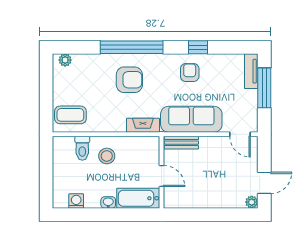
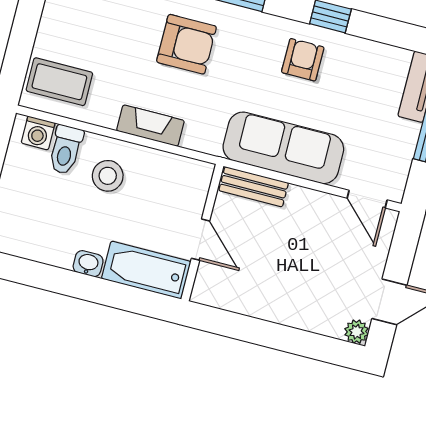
fireplace: (143, 125) -> (150, 126), moved
washing machine: (76, 201) -> (38, 133), moved, turned 180

